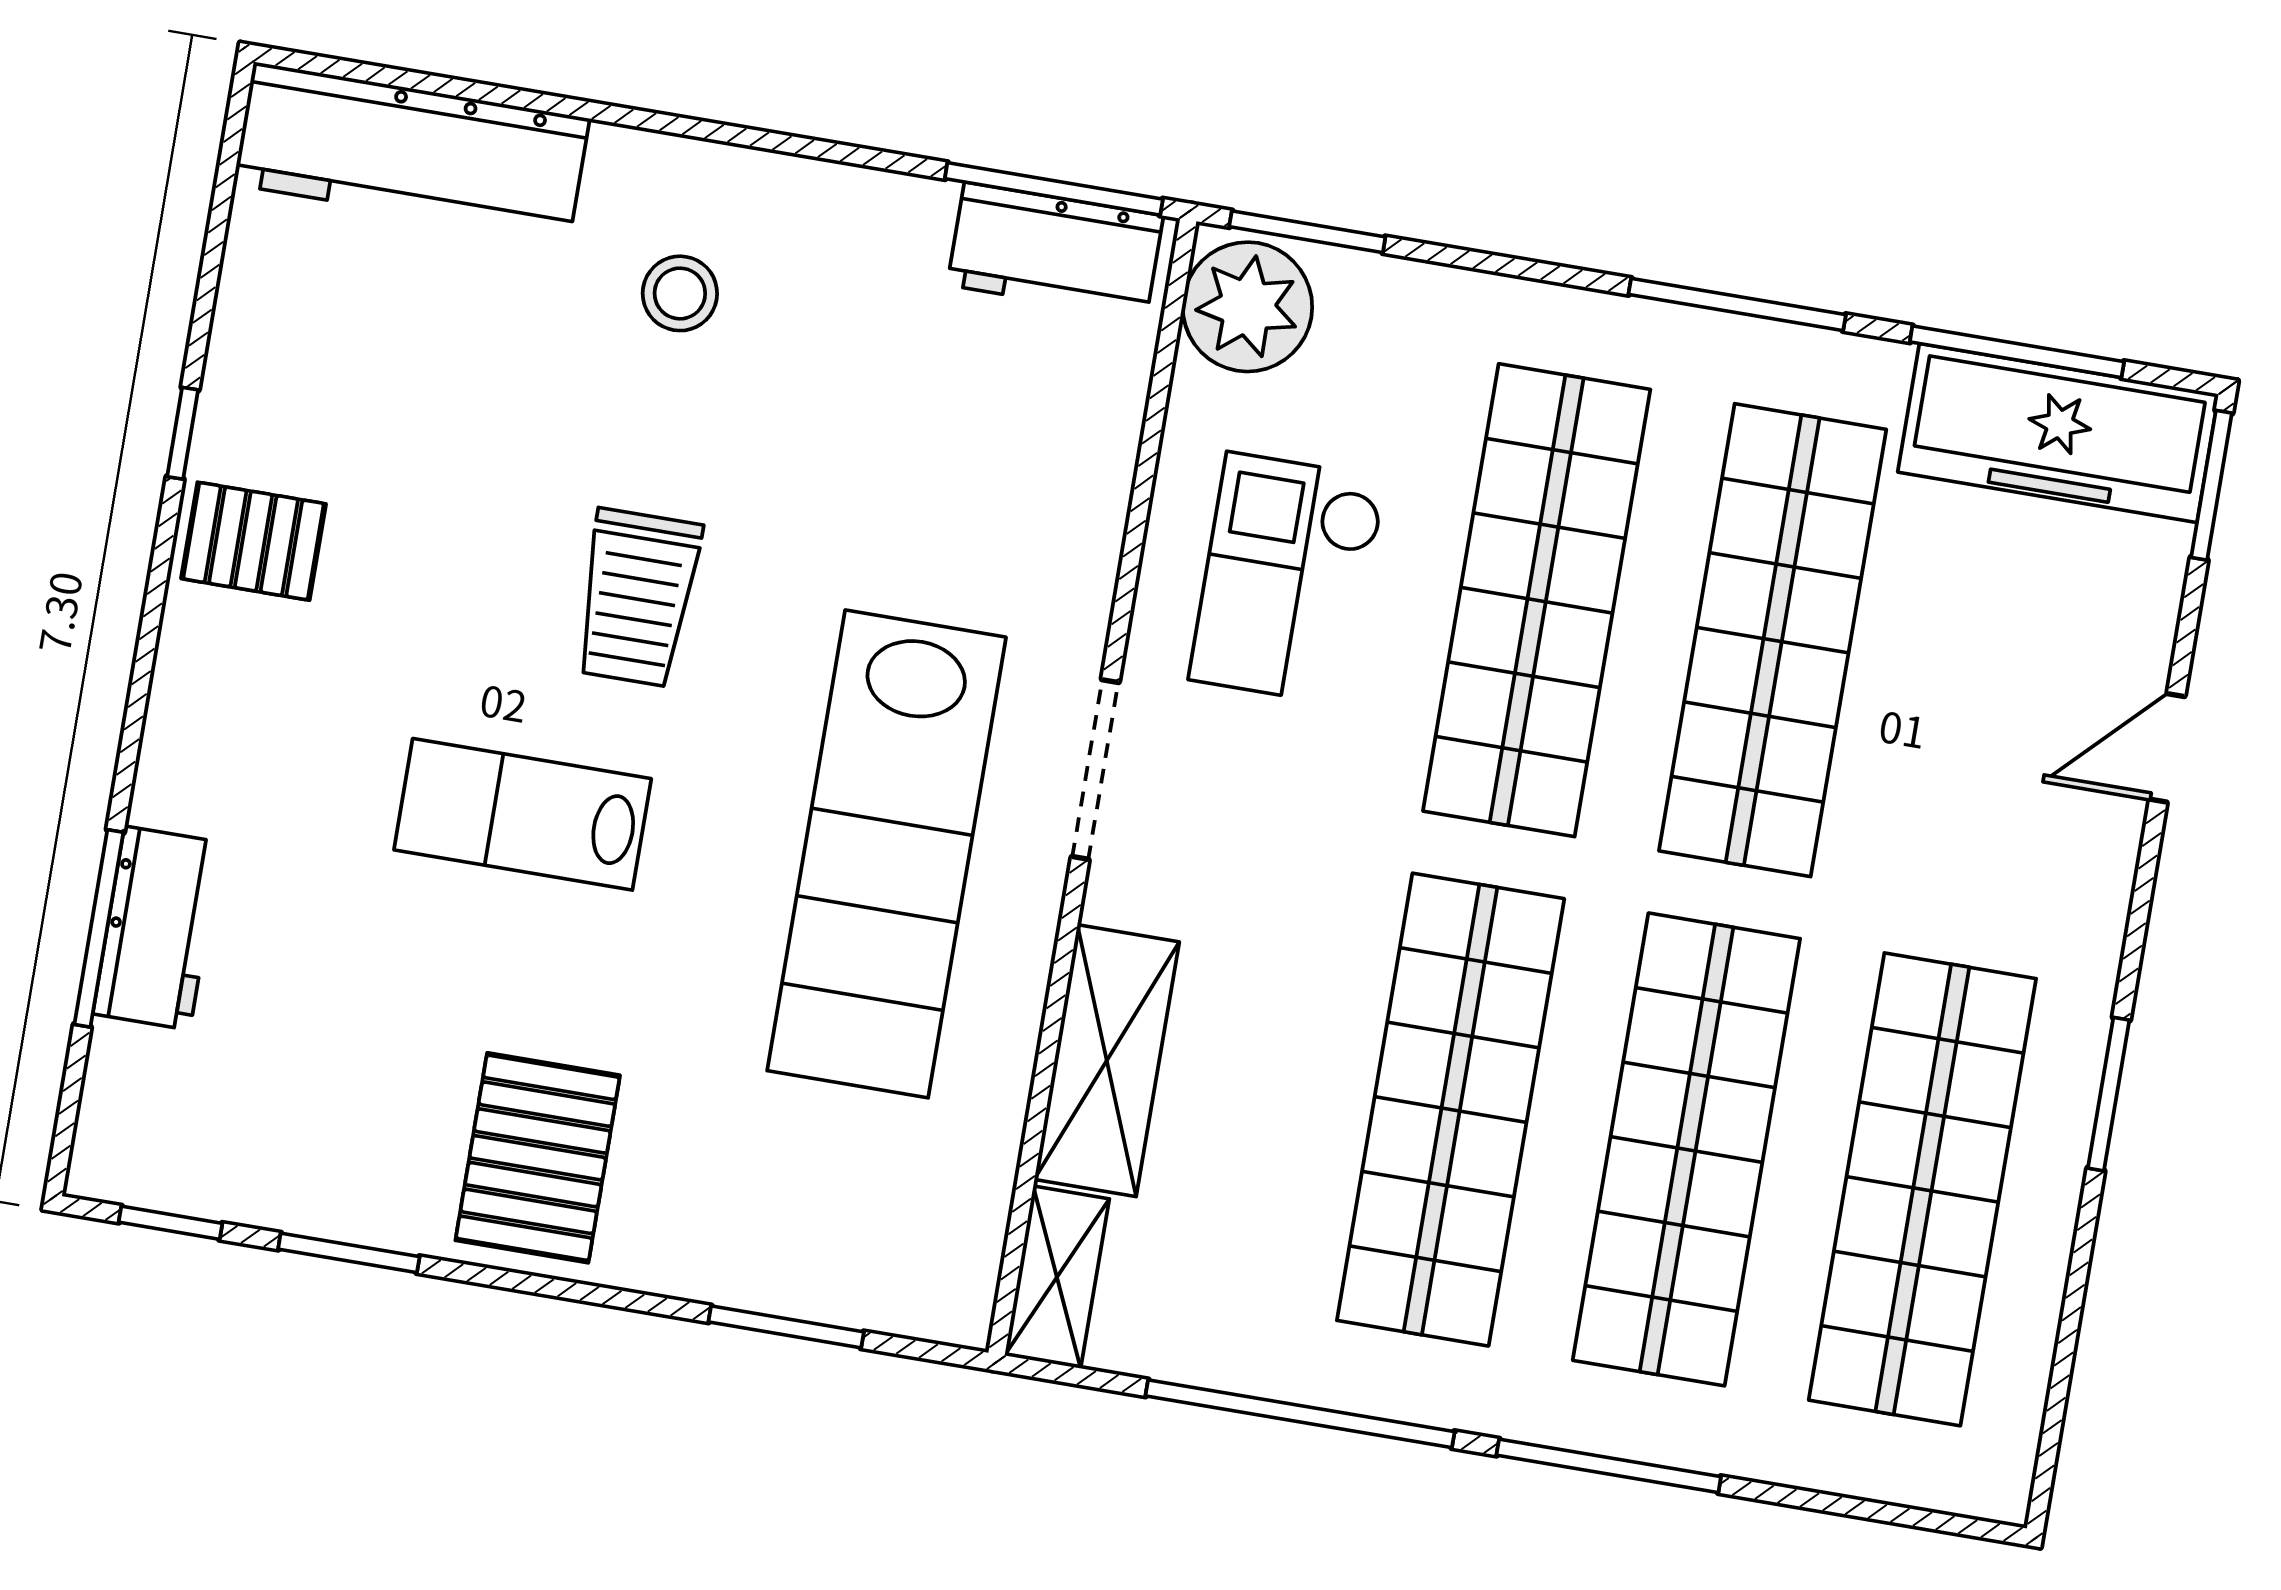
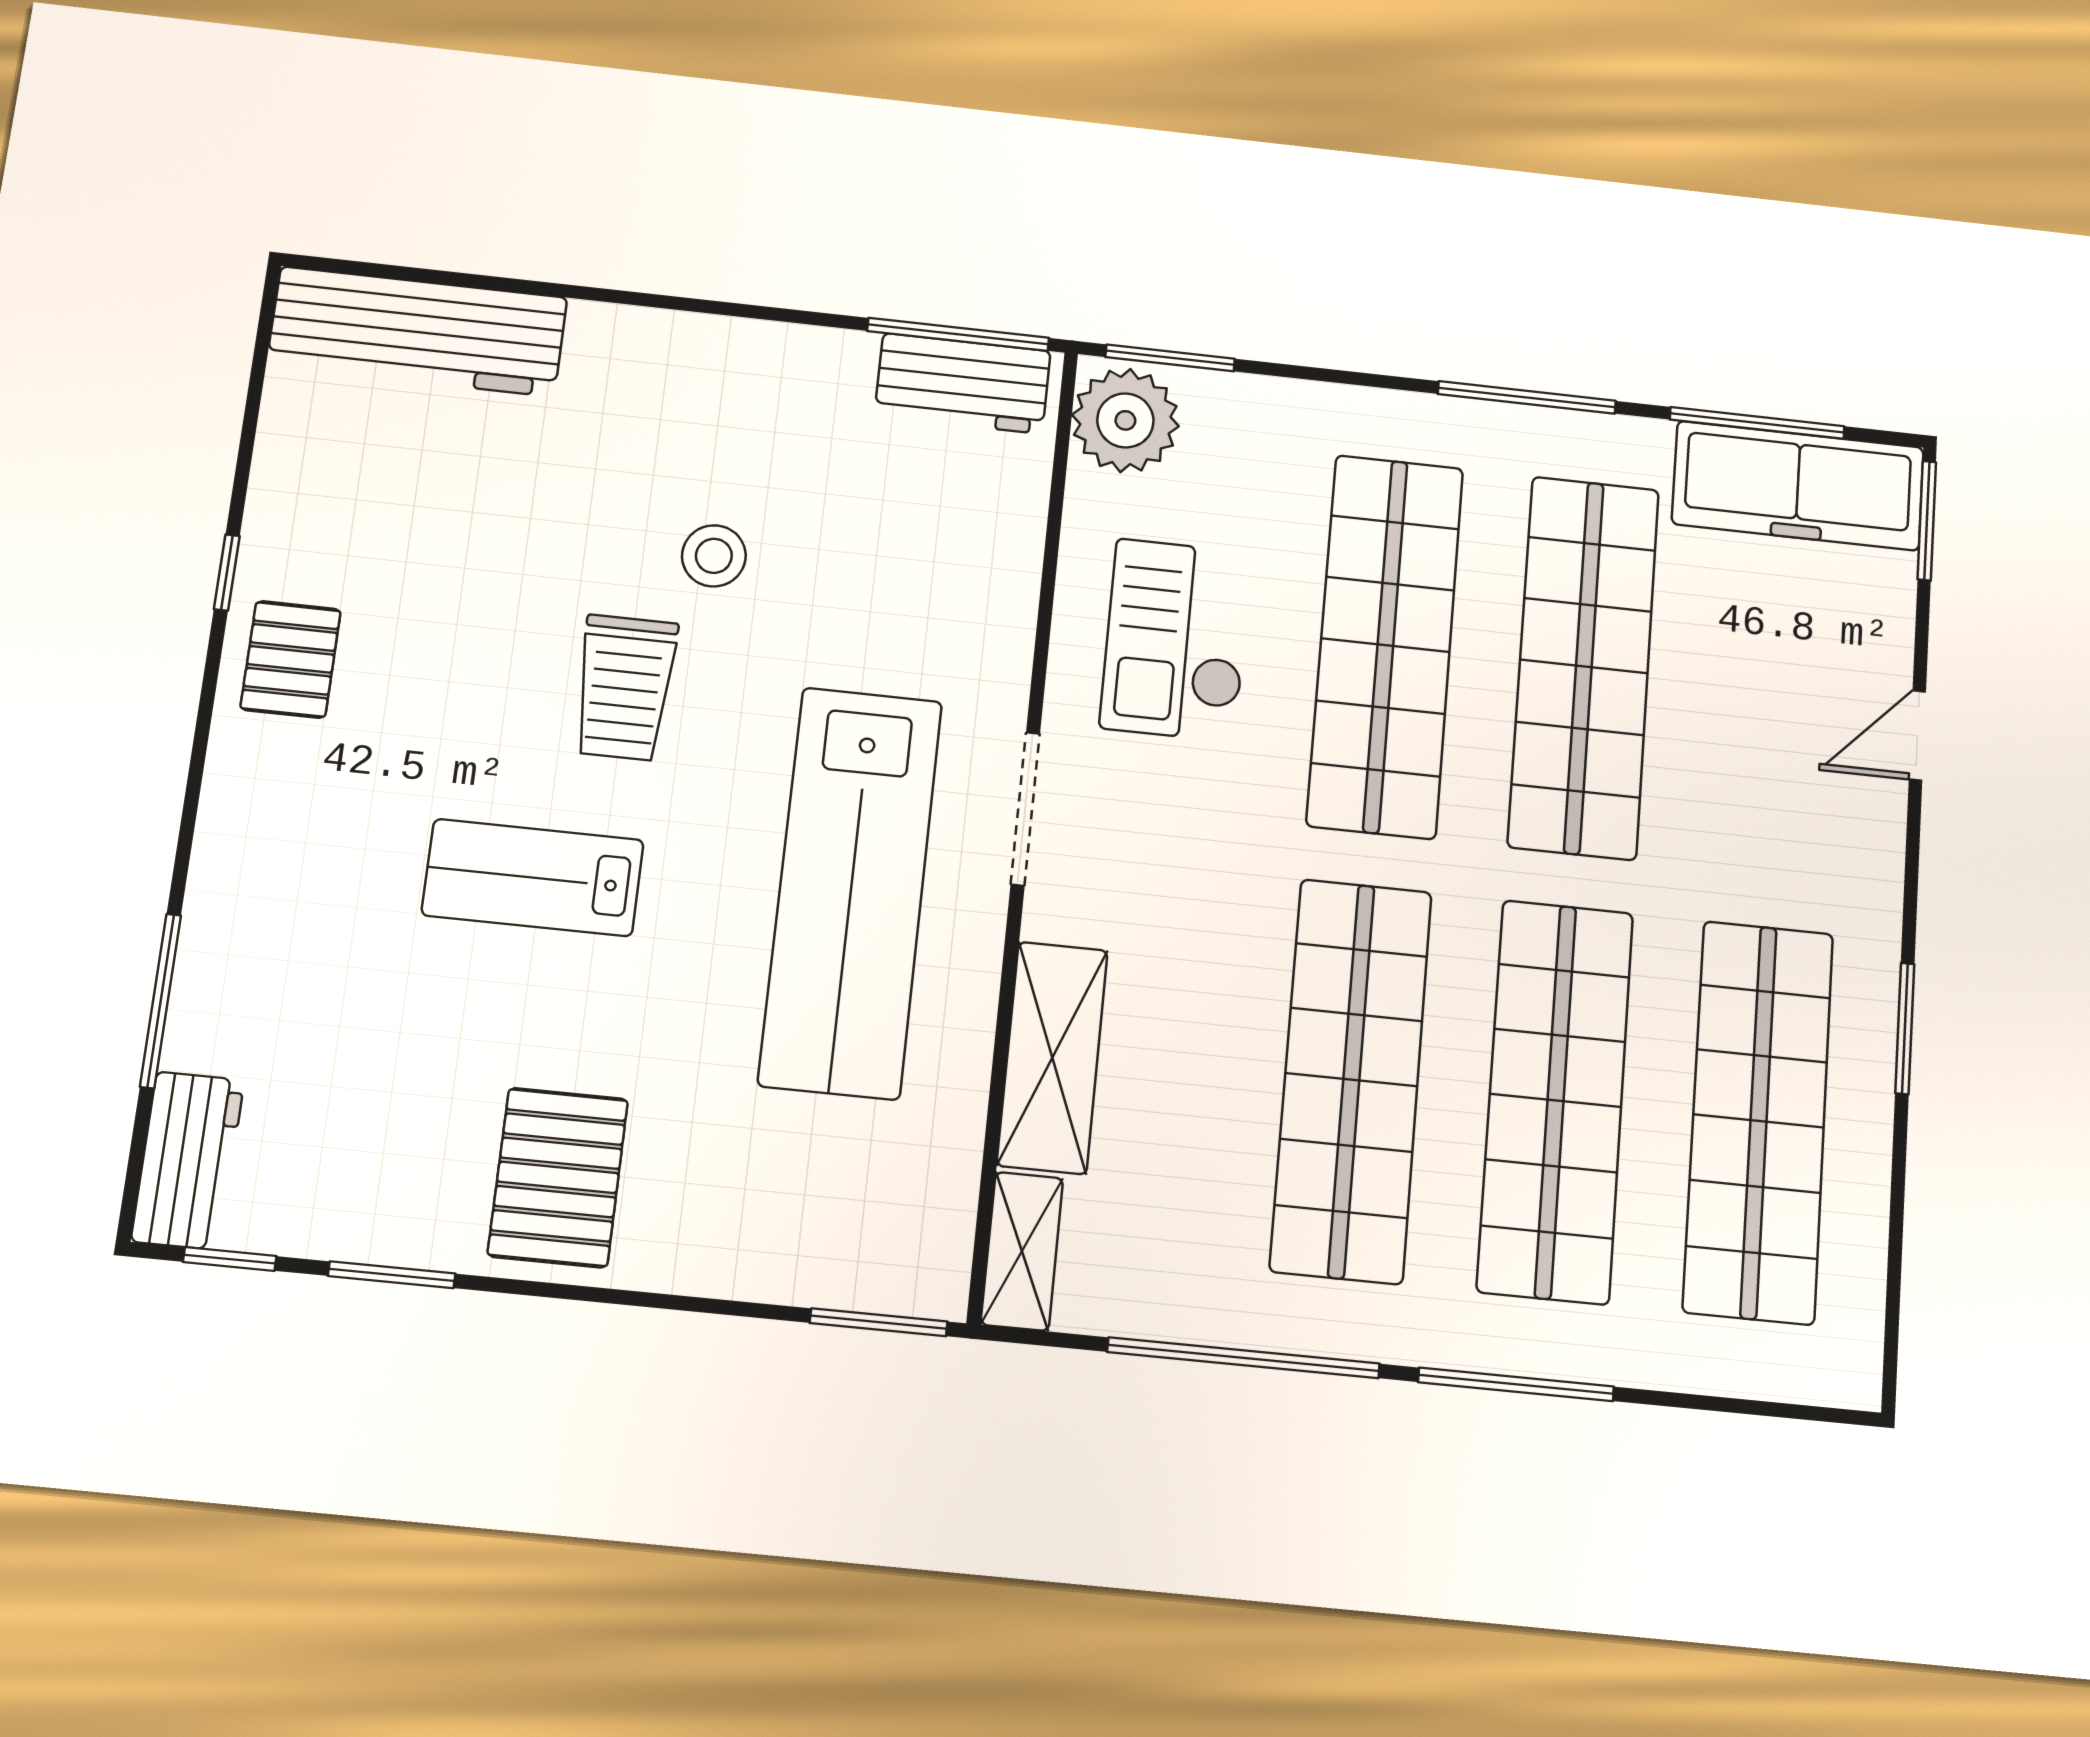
stool: (680, 293) -> (714, 556), moved
pallet: (254, 541) -> (291, 659), turned 90
workbench: (157, 928) -> (188, 1160), moved
window: (786, 1327) -> (879, 1322), moved

